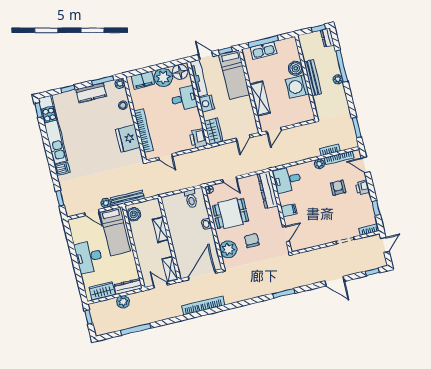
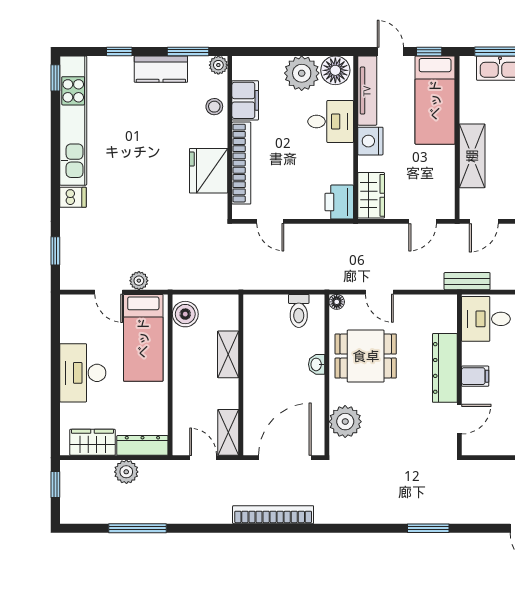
filing cabinet: (143, 80) -> (245, 100), moved, turned -90
dresser: (268, 190) -> (445, 368), moved
bench: (127, 198) -> (467, 281), moved, width x0.73
chair: (252, 240) -> (393, 416), removed

